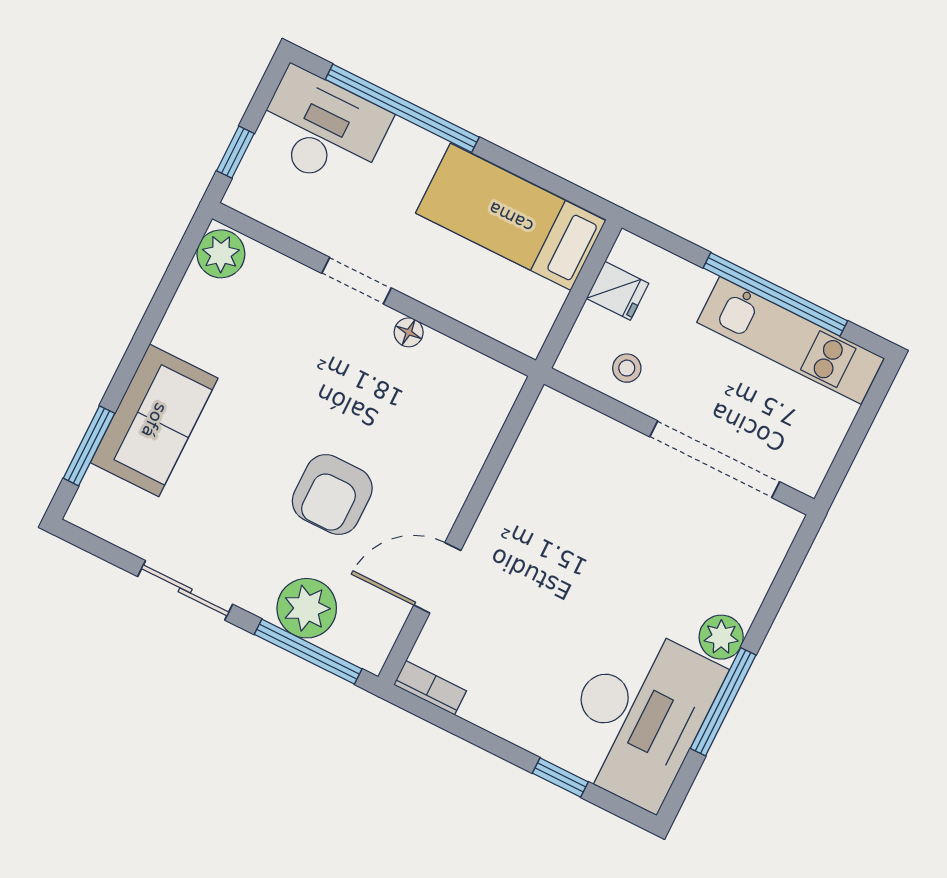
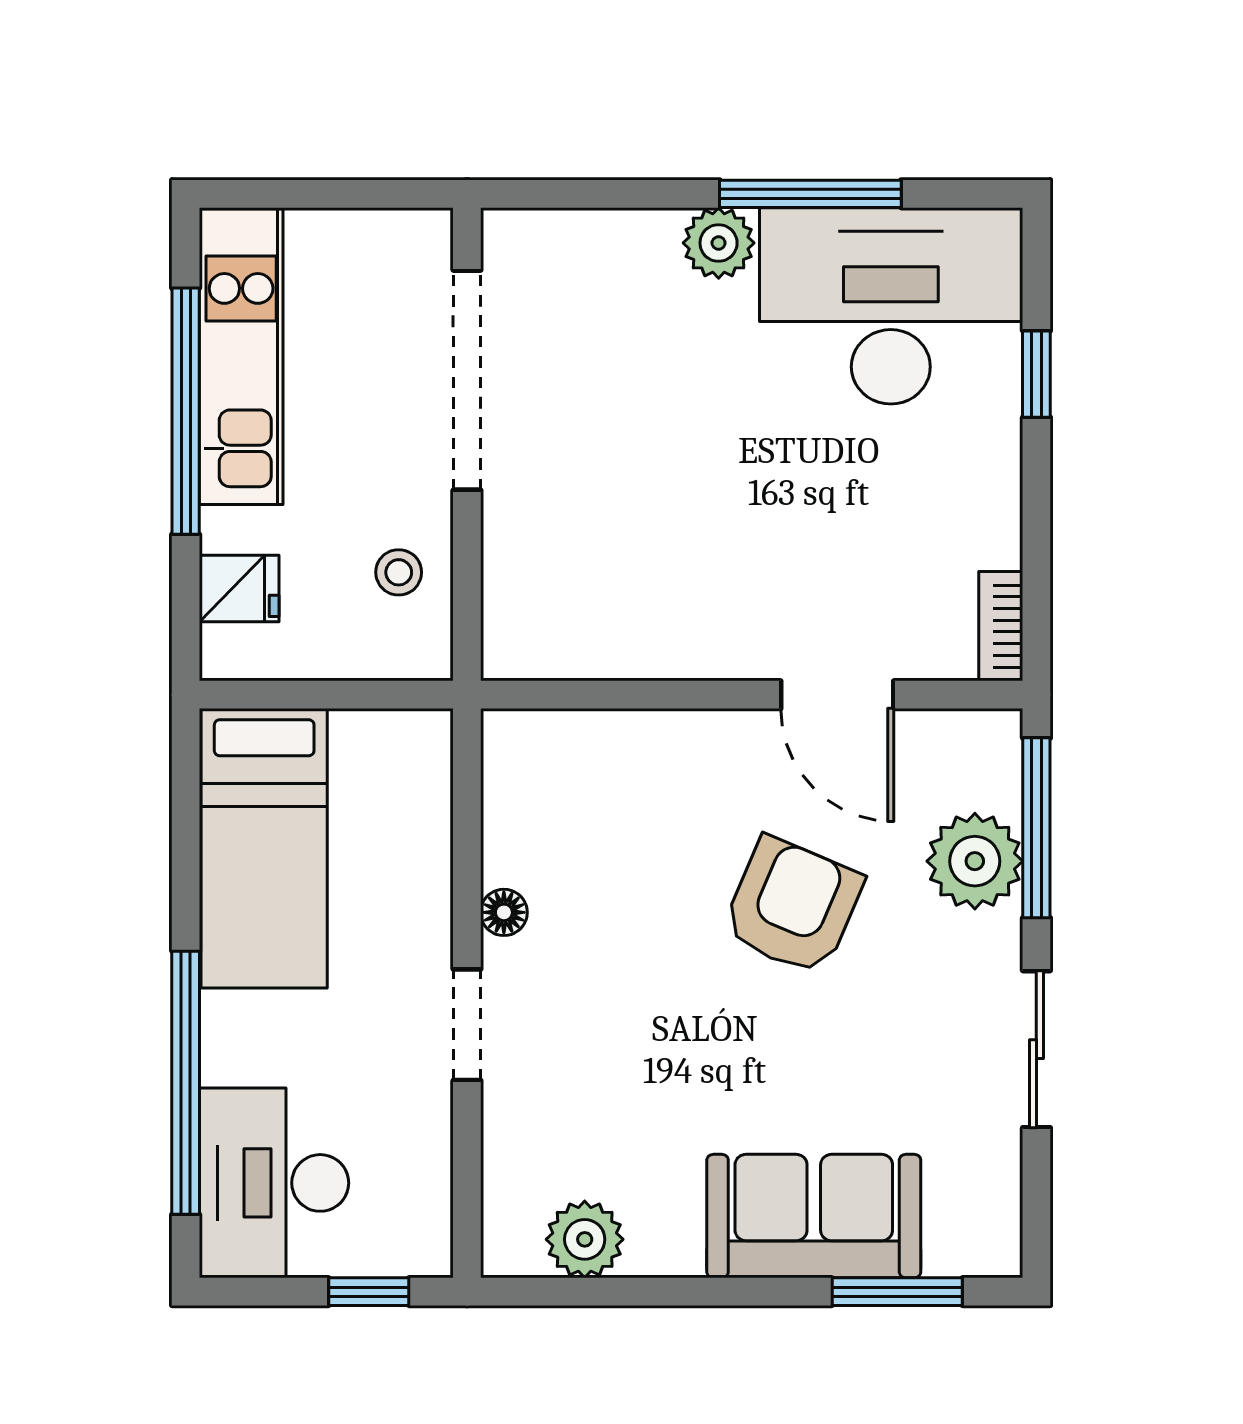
plant: (221, 254) -> (585, 1239), moved
fridge: (618, 291) -> (239, 589), moved, turned 90
armchair: (332, 495) -> (793, 906), turned -67

